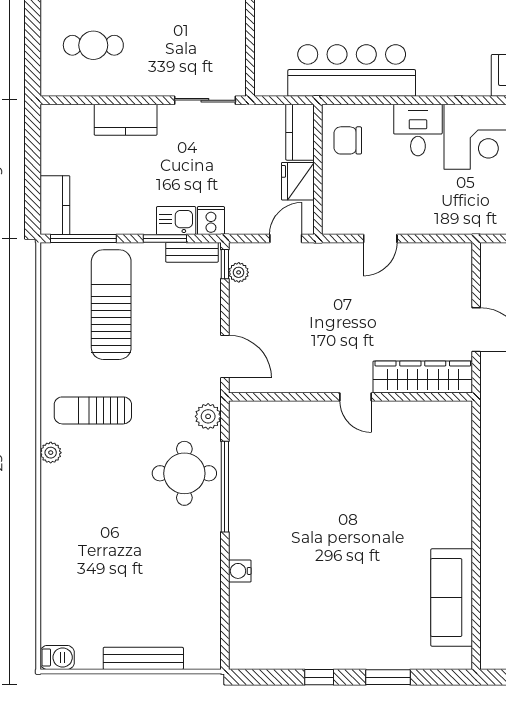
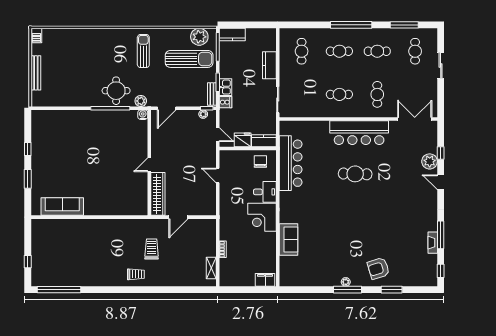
plant: (51, 453) -> (199, 37), moved, width x1.88, depth x1.88
water cooler: (240, 571) -> (143, 115), moved

